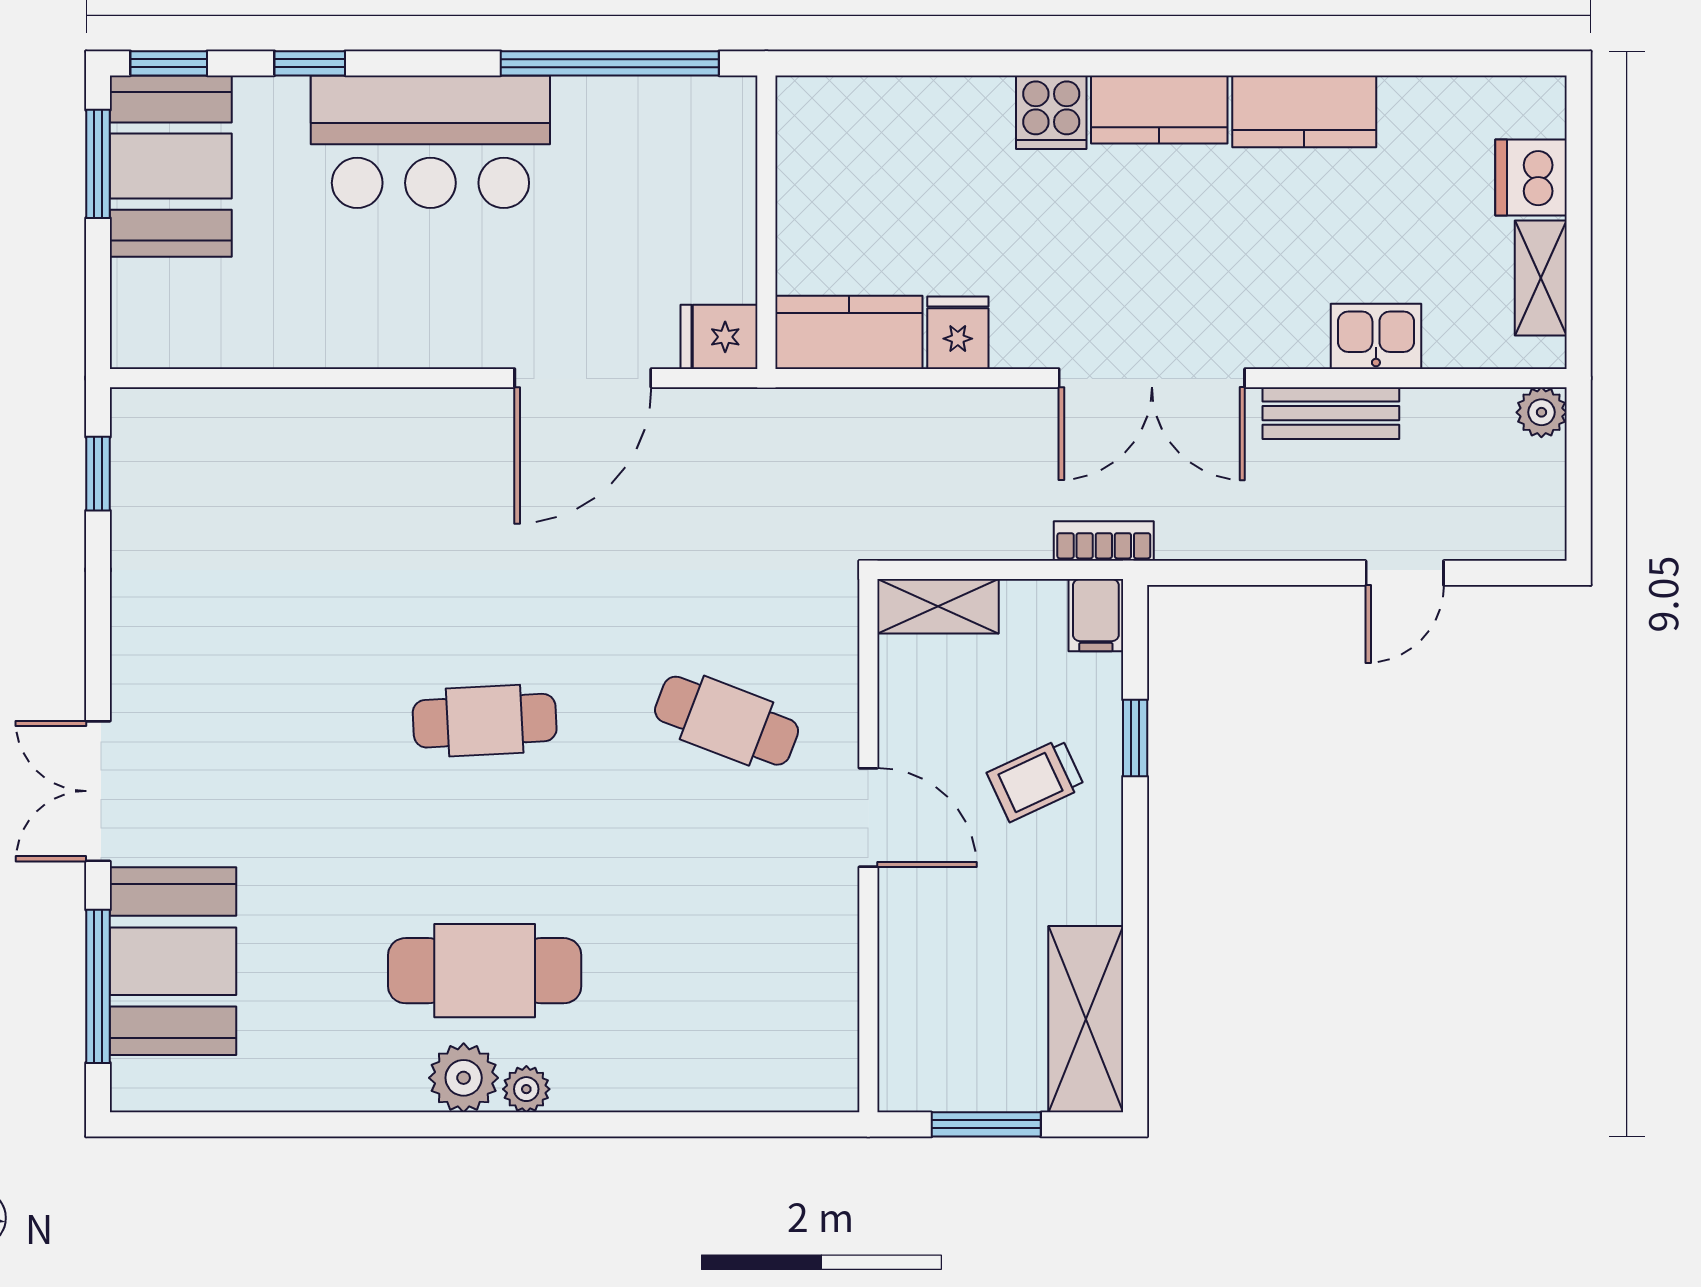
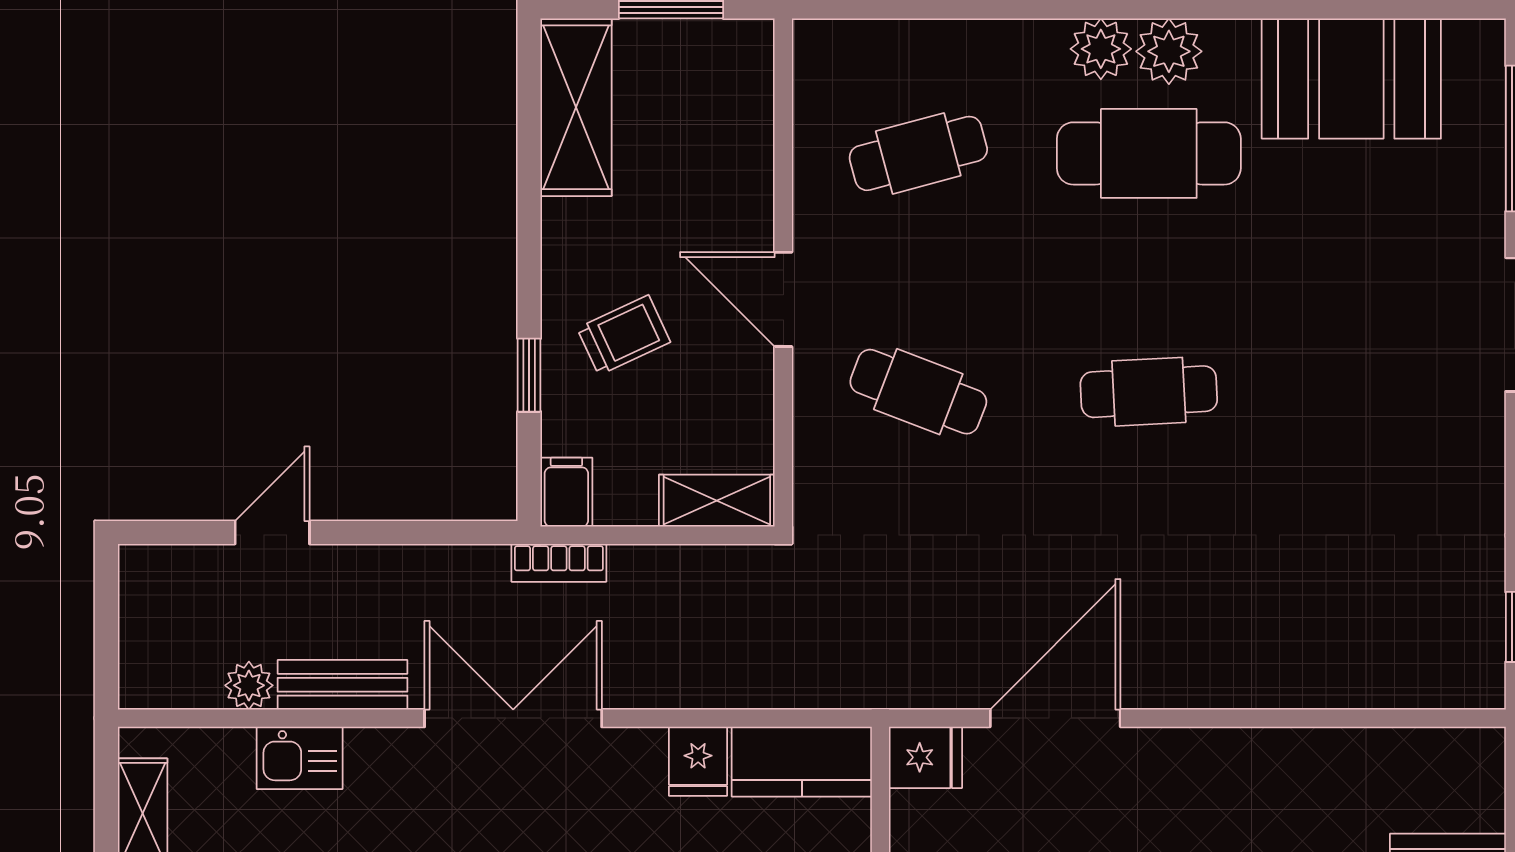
plant: (1541, 412) -> (249, 685), moved
booth: (173, 961) -> (1351, 79), moved, turned 90
cafe table: (727, 971) -> (918, 153), added
plant: (526, 1089) -> (1101, 49), width x1.38, depth x1.38

